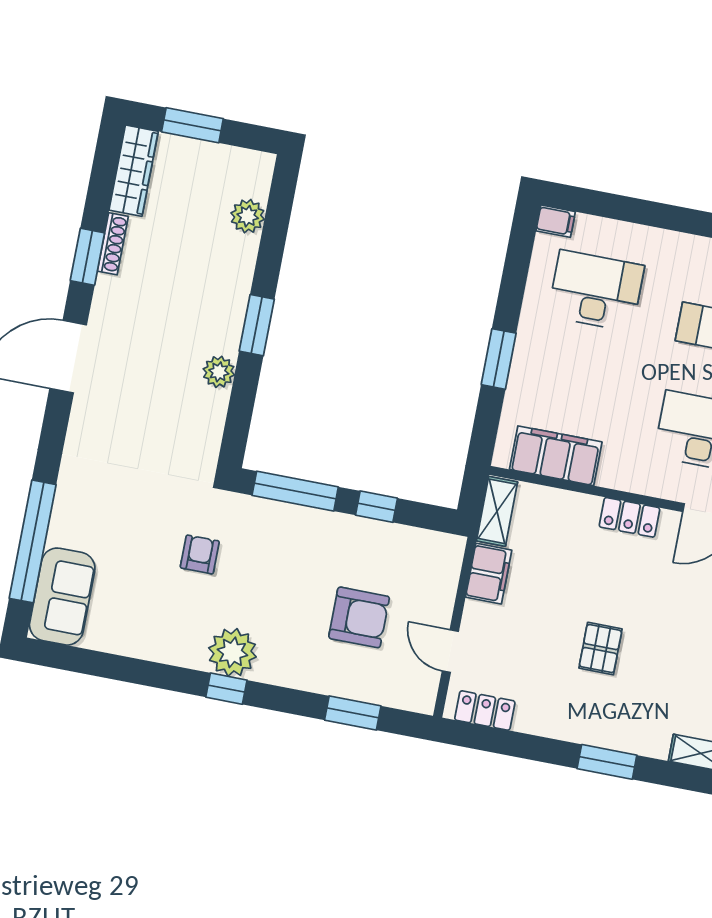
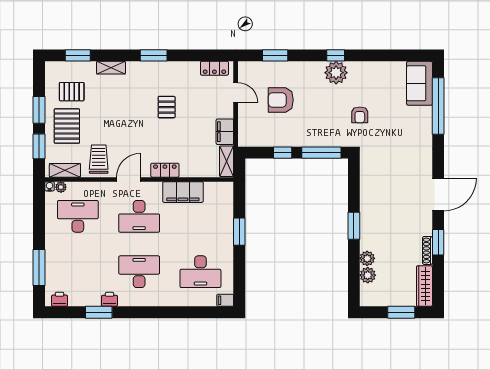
plant: (219, 372) -> (367, 258), moved
filing cabinet: (556, 456) -> (183, 192), moved

